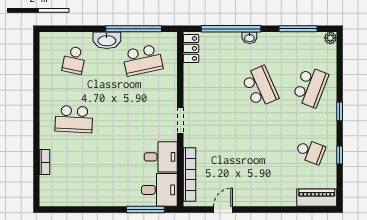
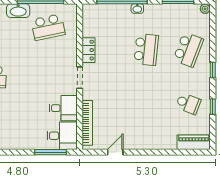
locker: (191, 48) -> (88, 50), moved
school desk: (260, 87) -> (146, 50), turned 30

